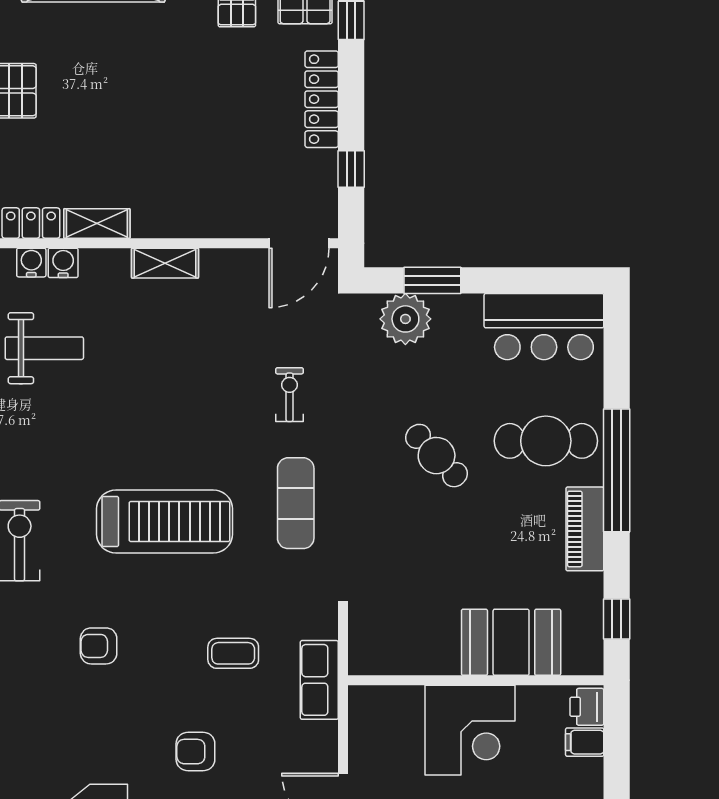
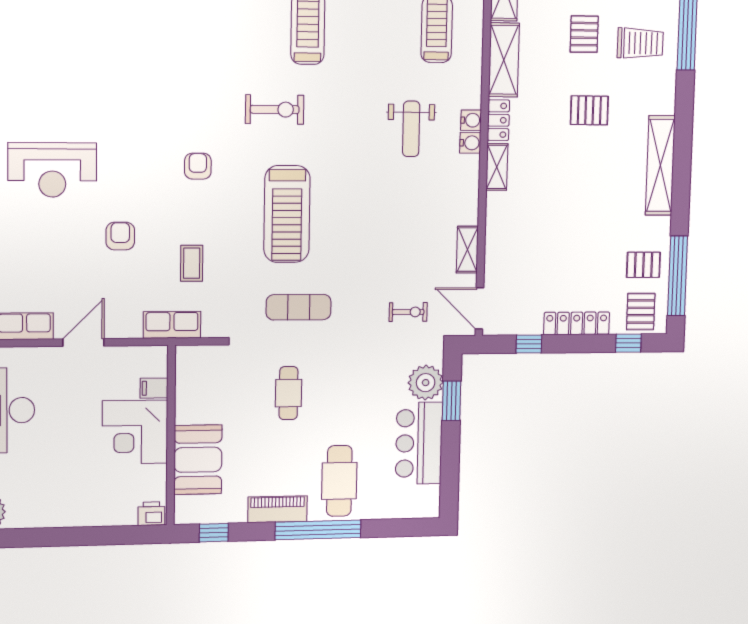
shelving: (165, 263) -> (467, 250), moved
bar counter: (544, 327) -> (419, 443), moved
exercise bike: (290, 395) -> (408, 312), moved
cafe table: (437, 456) -> (288, 393), moved, turned -46
filing cabinet: (585, 742) -> (154, 388), moved, turned -90

